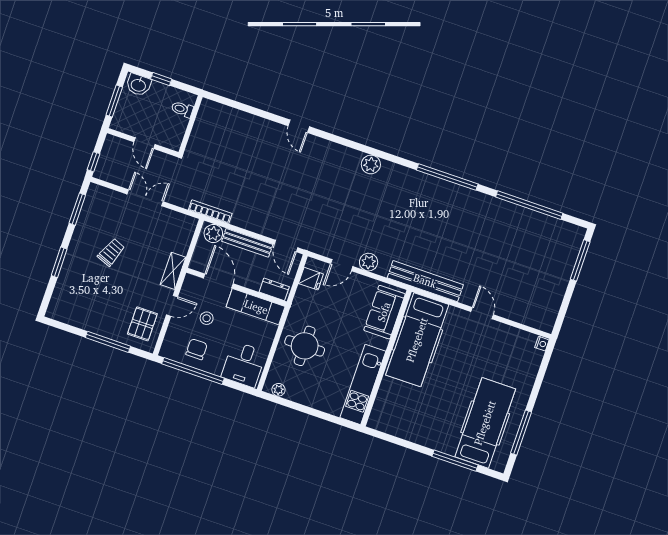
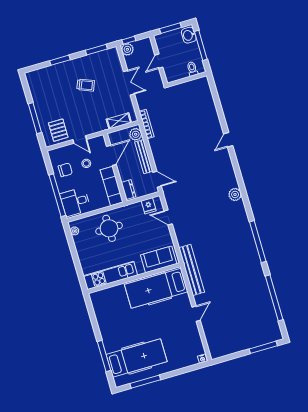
window: (161, 79) -> (201, 45), width x2.17
door: (286, 246) -> (157, 179), swing flipped
plant: (369, 262) -> (127, 49), moved
shelving: (173, 271) -> (119, 121), moved
pallet: (142, 324) -> (58, 130), turned 90
window: (193, 371) -> (57, 195), moved

